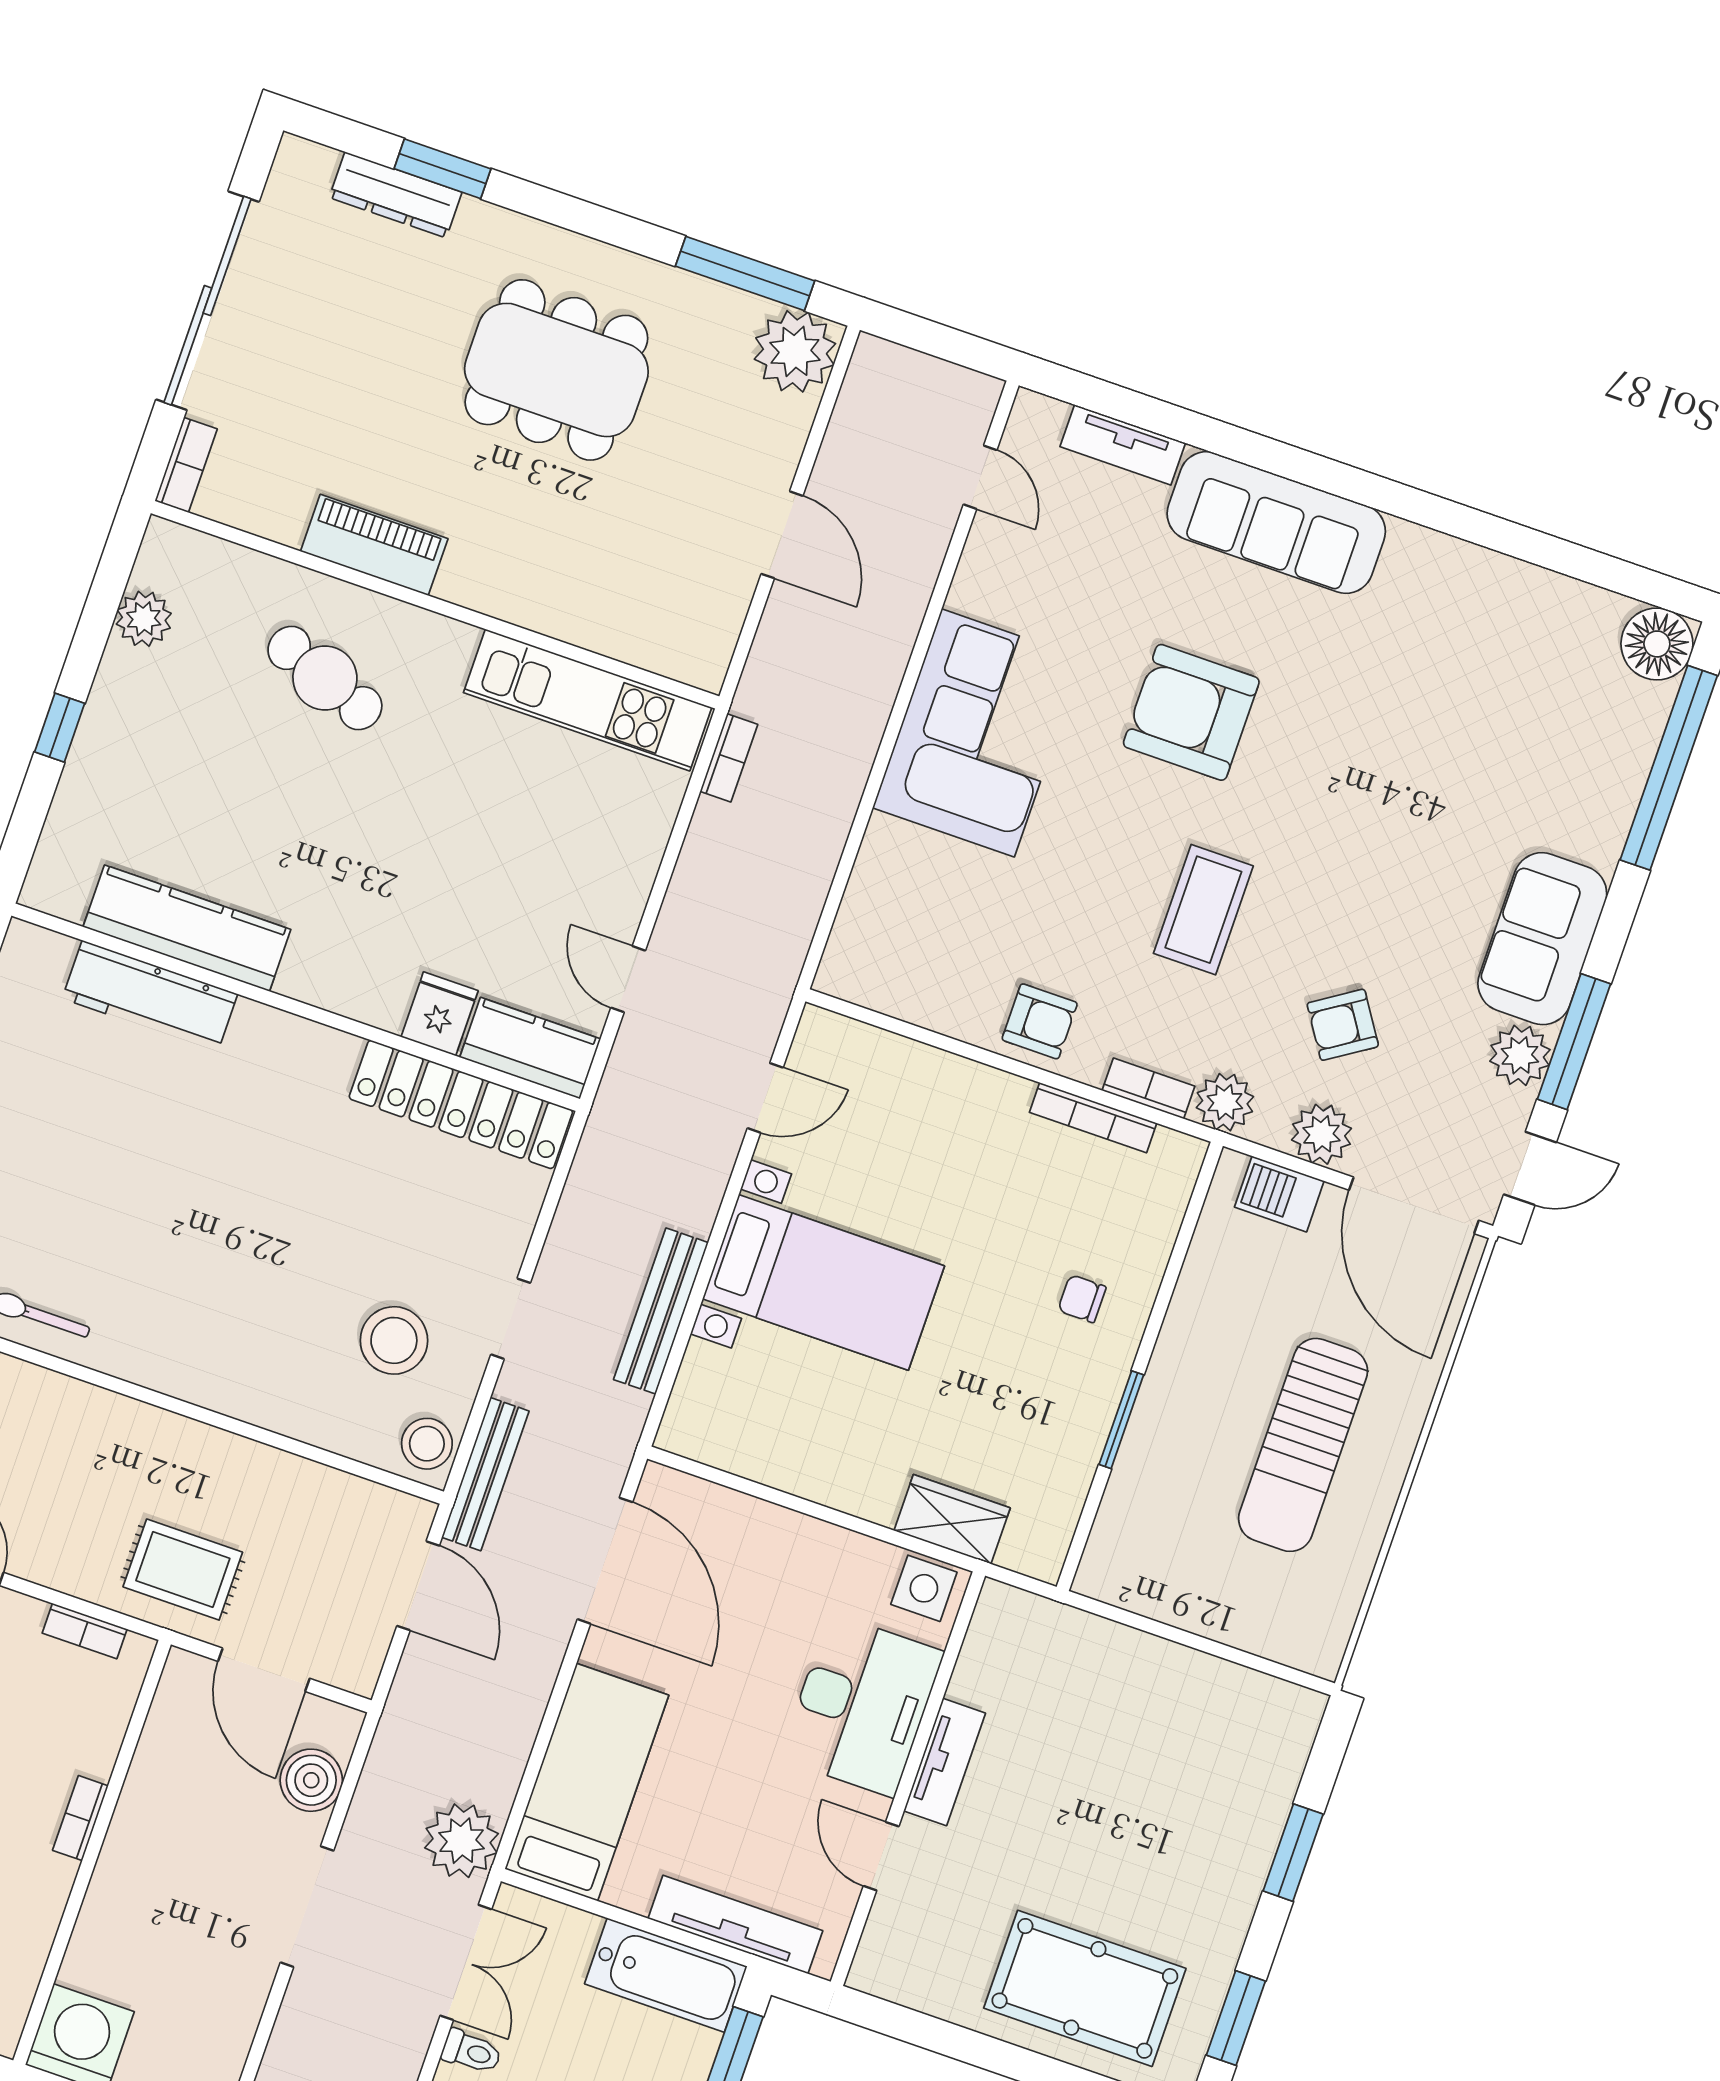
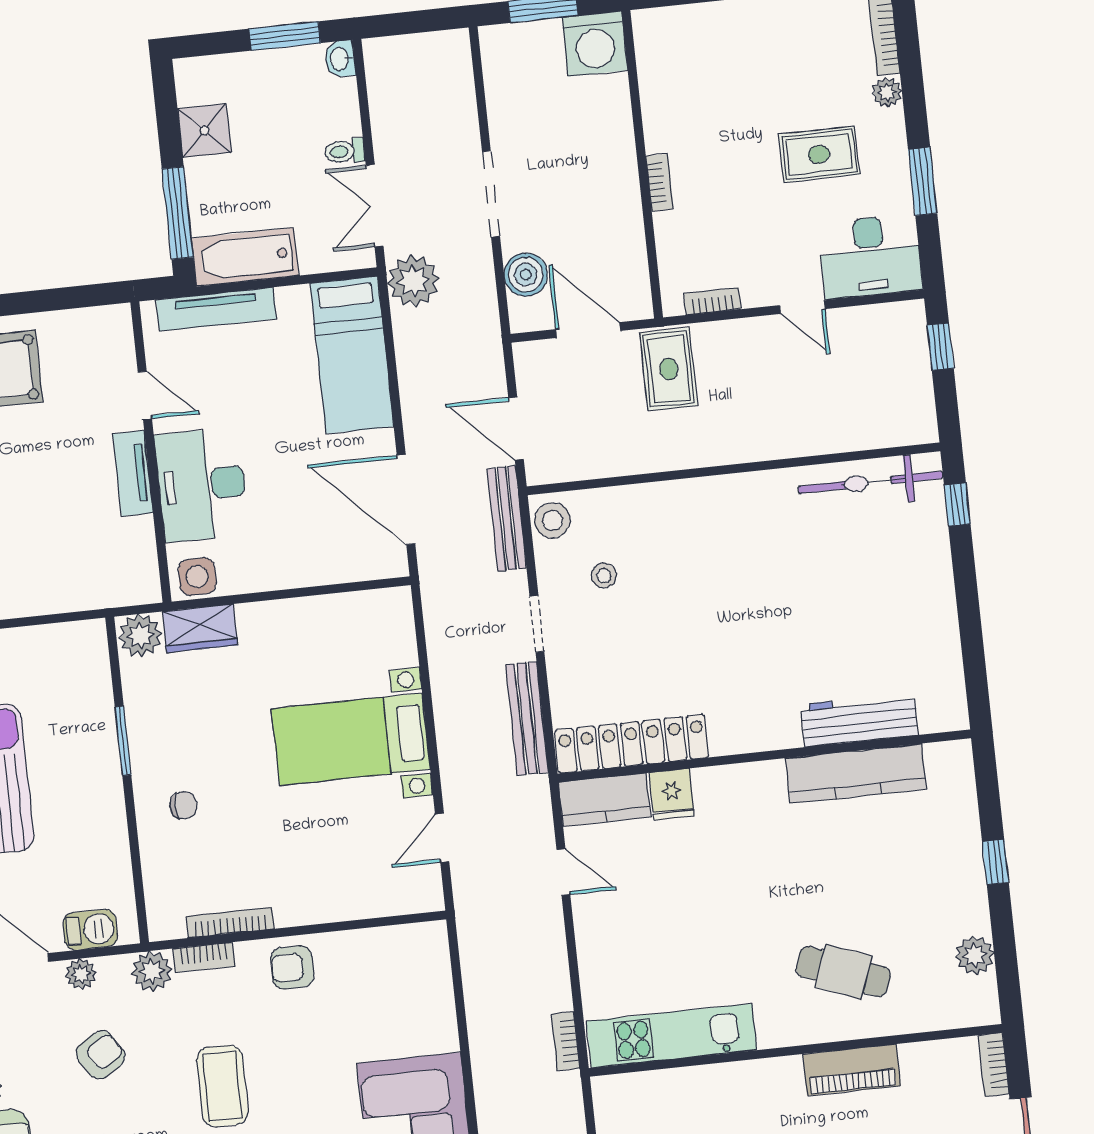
plant: (1321, 1134) -> (81, 974), width x0.73, depth x0.73
bench: (661, 1311) -> (527, 718), moved
stool: (394, 1340) -> (604, 576), width x0.53, depth x0.53
plant: (1034, 1546) -> (140, 635), added
rug: (183, 1570) -> (669, 369), turned 90

